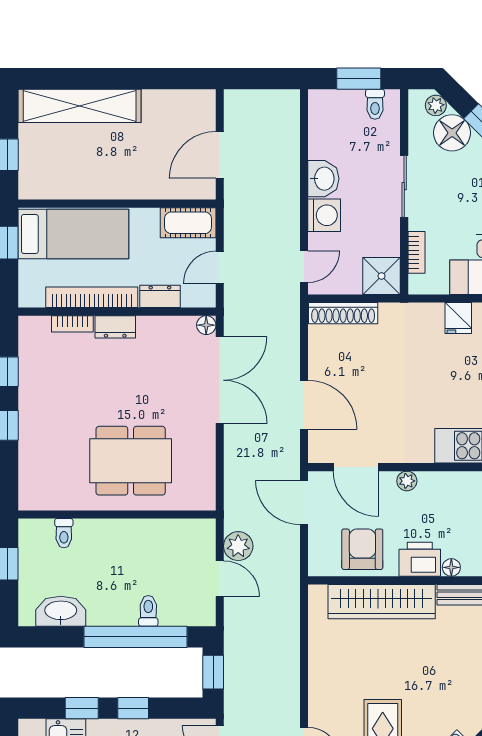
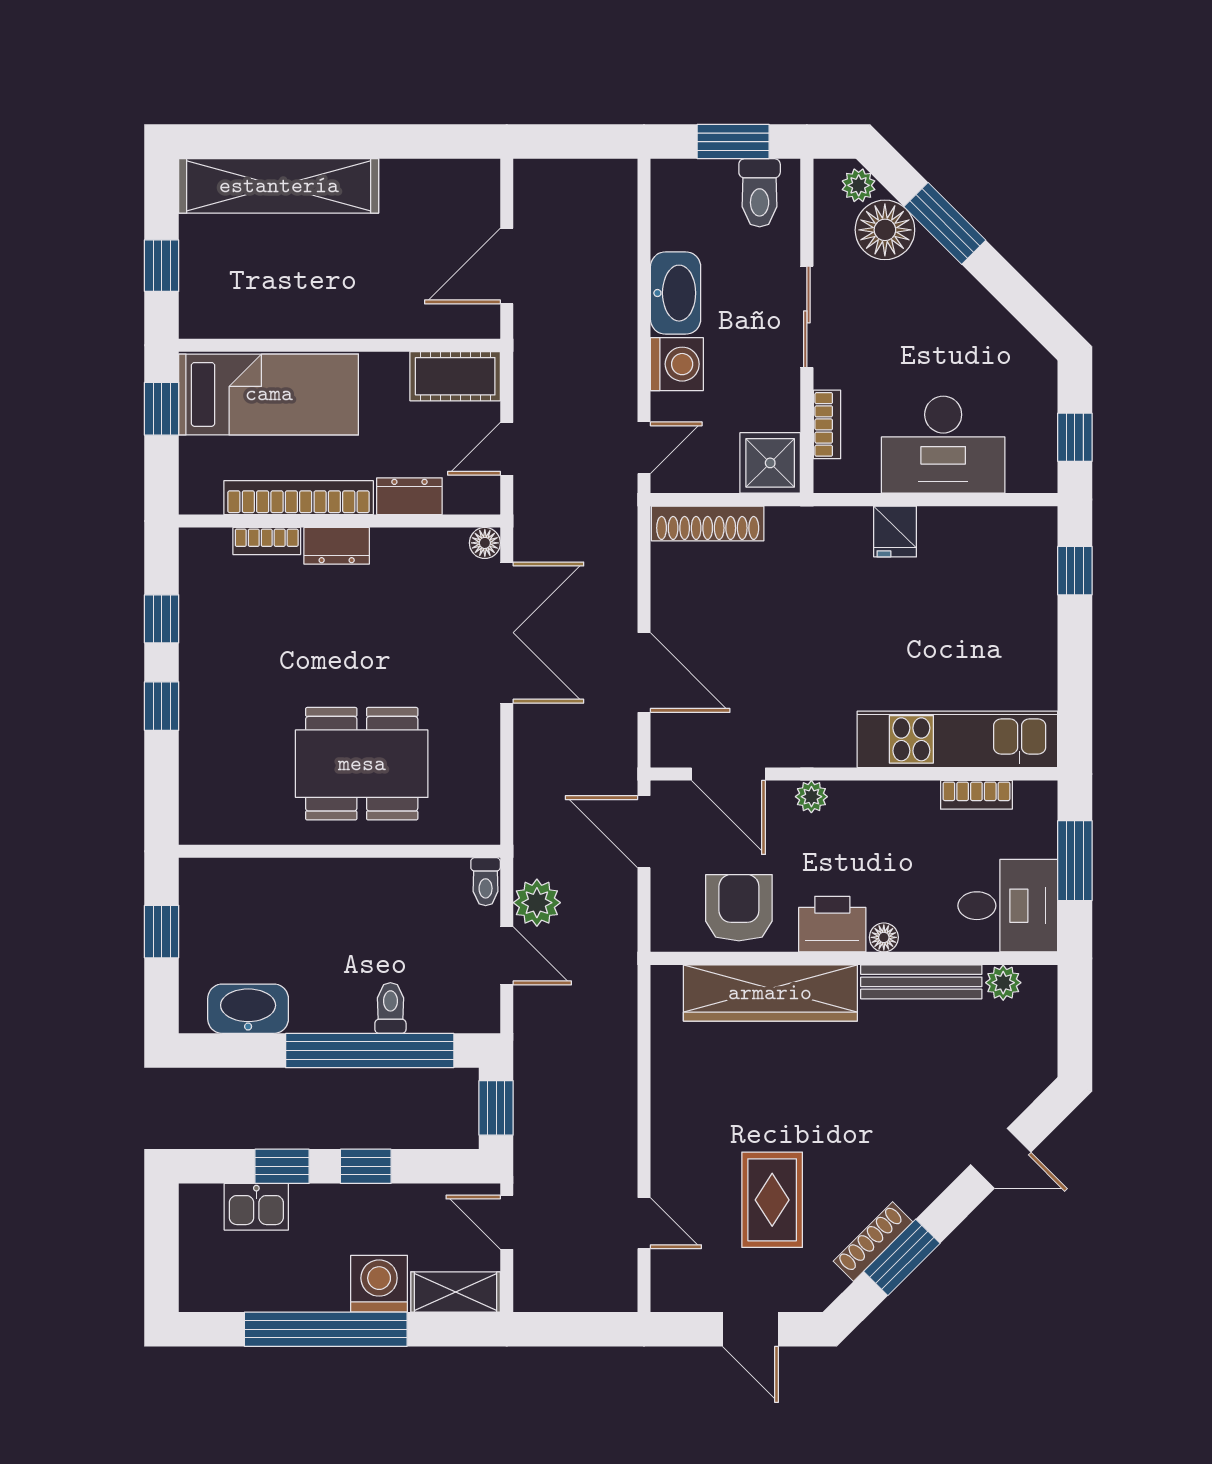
toilet: (375, 104) -> (760, 193), width x1.37, depth x1.39
washbasin: (323, 179) -> (676, 293), width x1.38
toilet: (64, 533) -> (486, 882), moved

